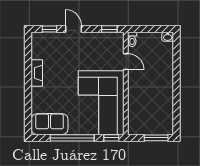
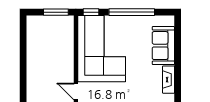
sofa: (50, 124) -> (163, 46), moved, turned 90
window: (156, 138) -> (56, 12), moved

